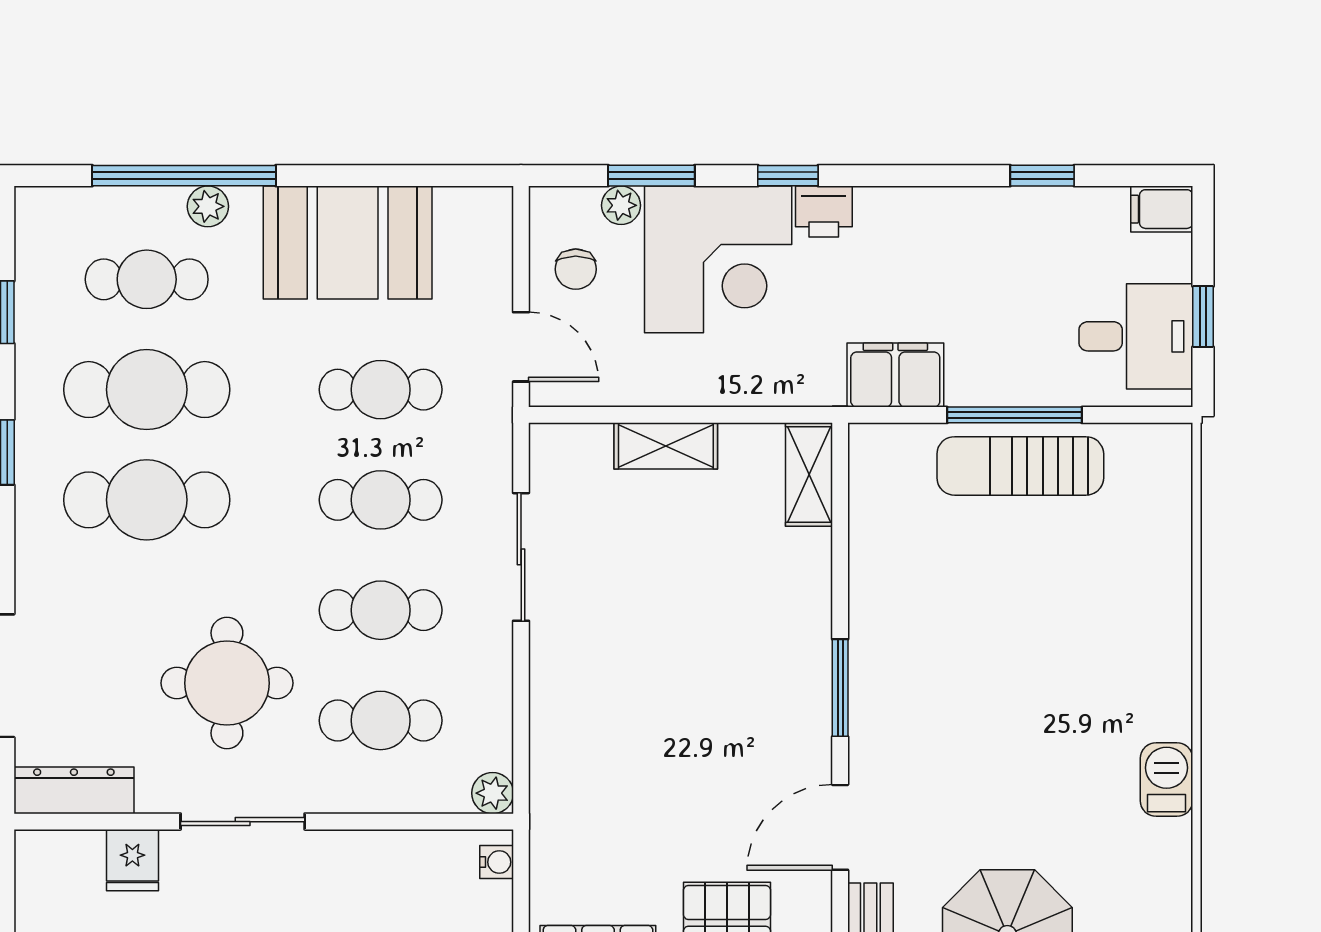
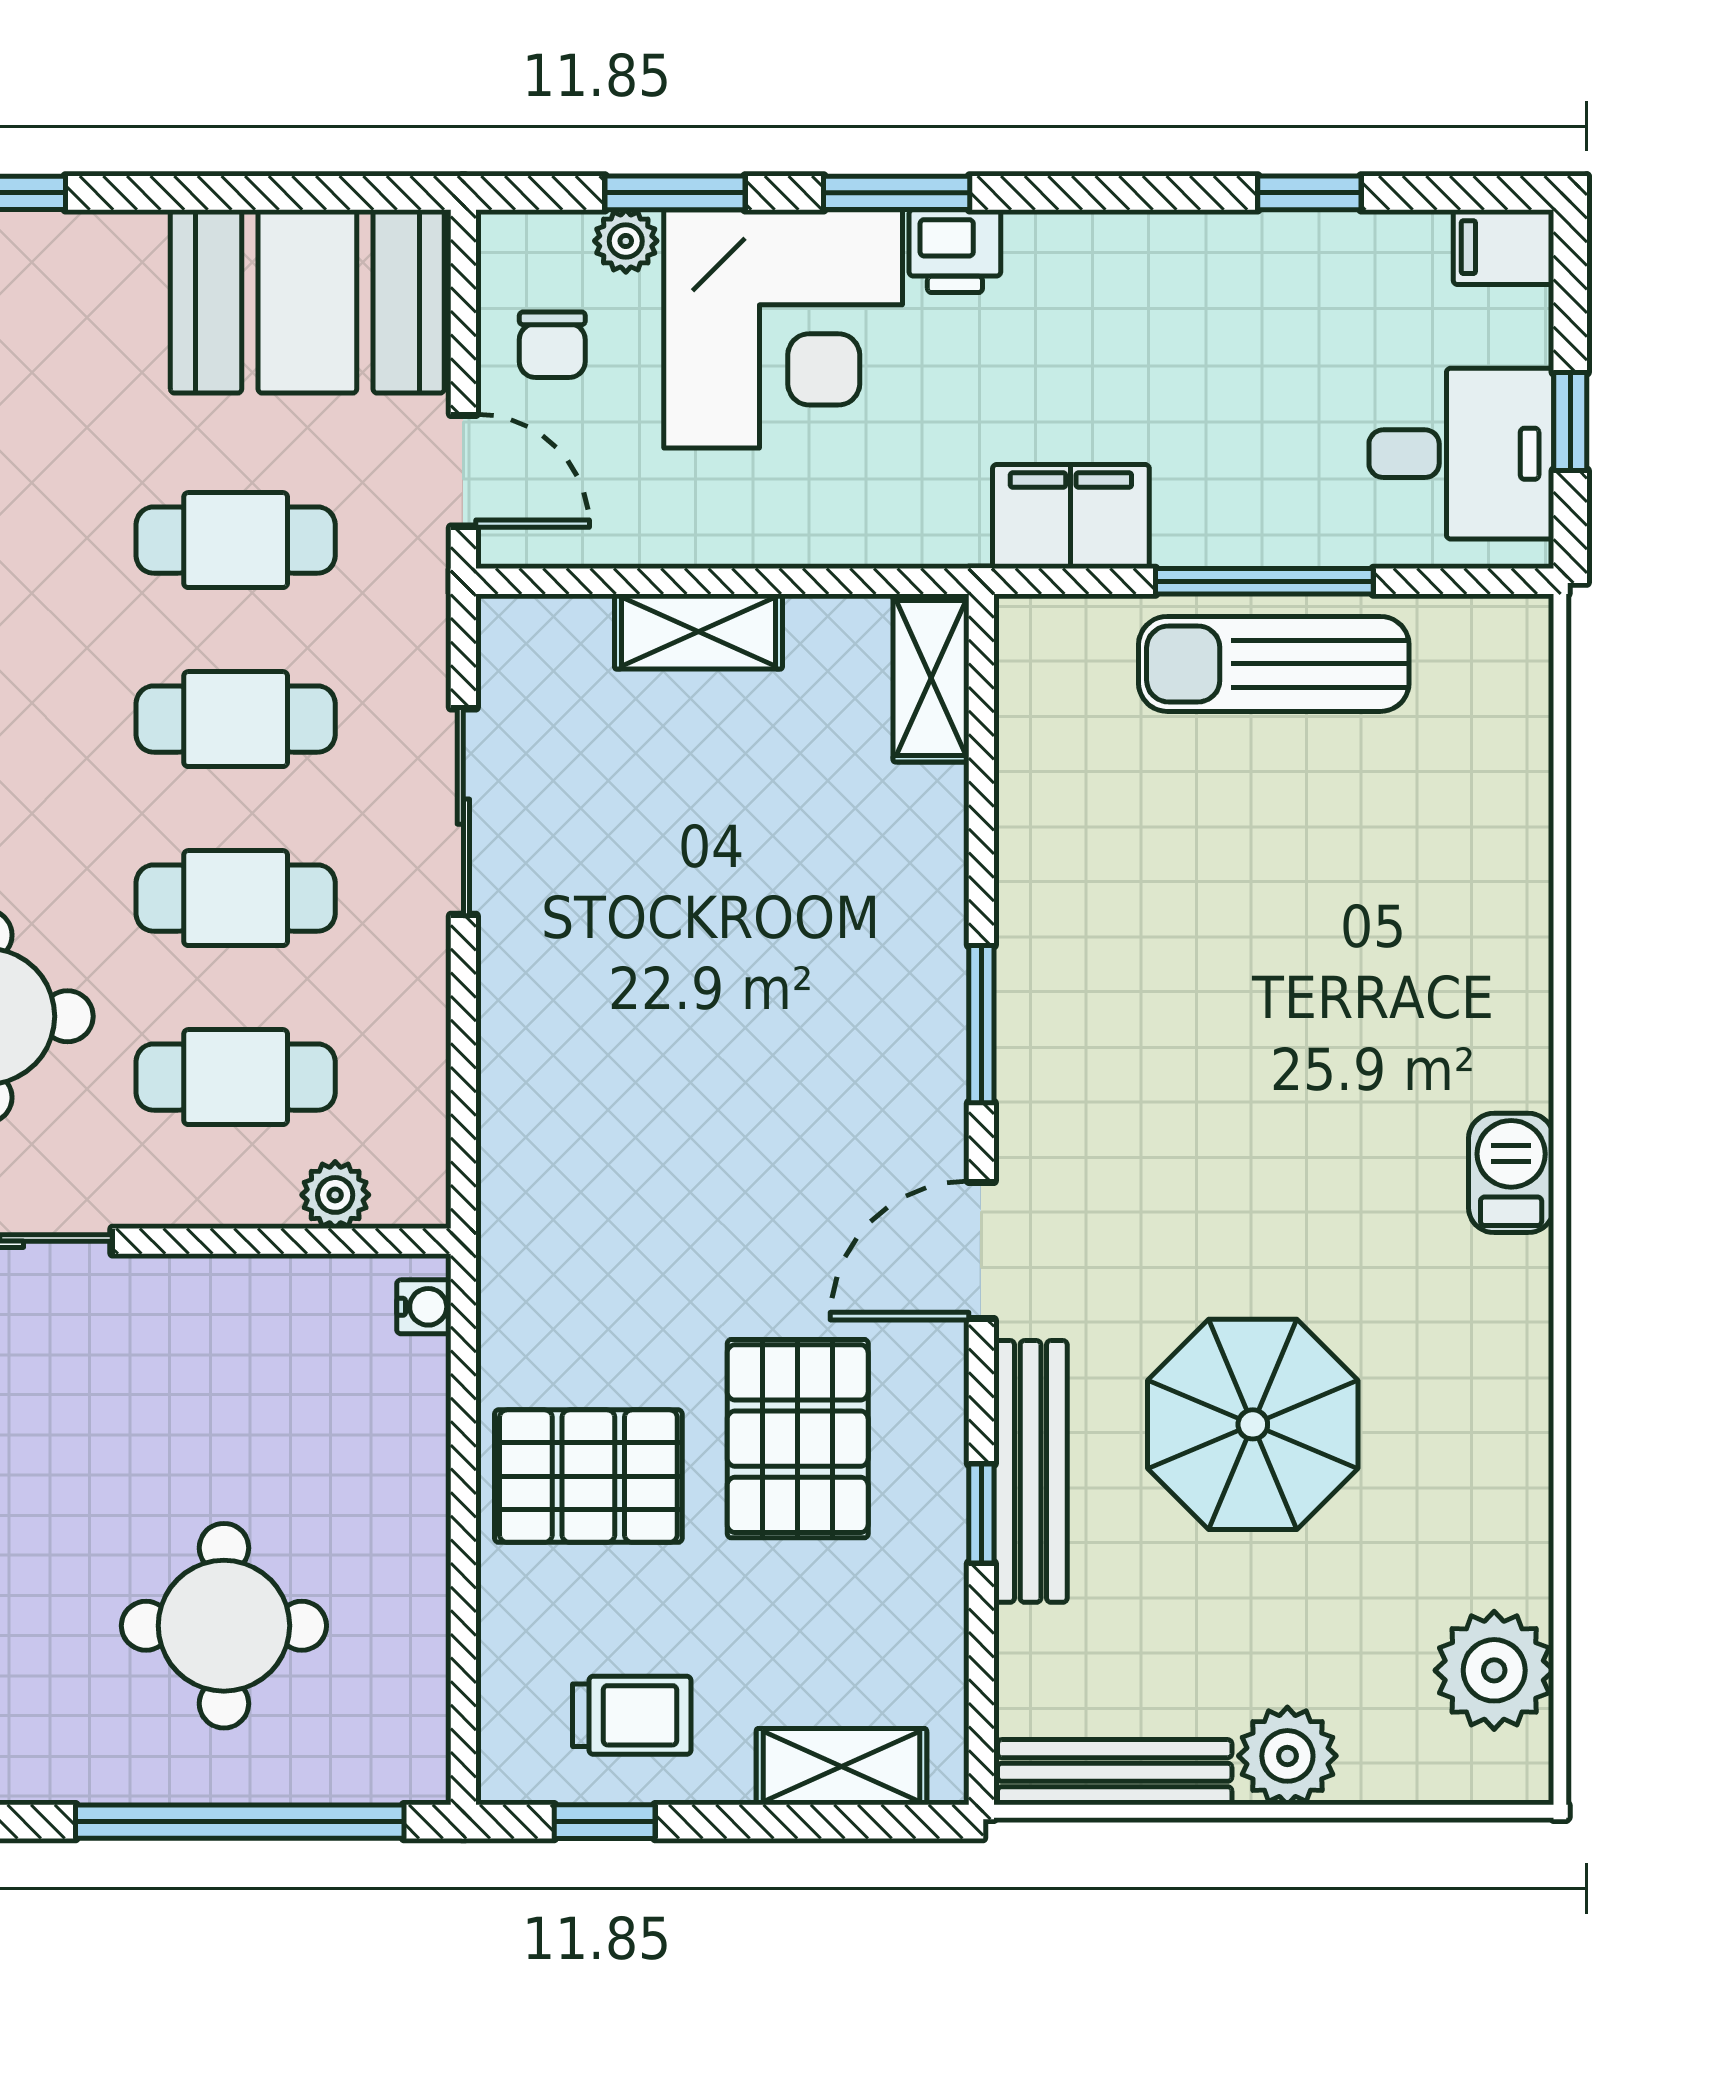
window: (788, 176) -> (897, 193), width x1.50
booth: (348, 243) -> (307, 301), moved
plant: (493, 793) -> (335, 1195), moved

